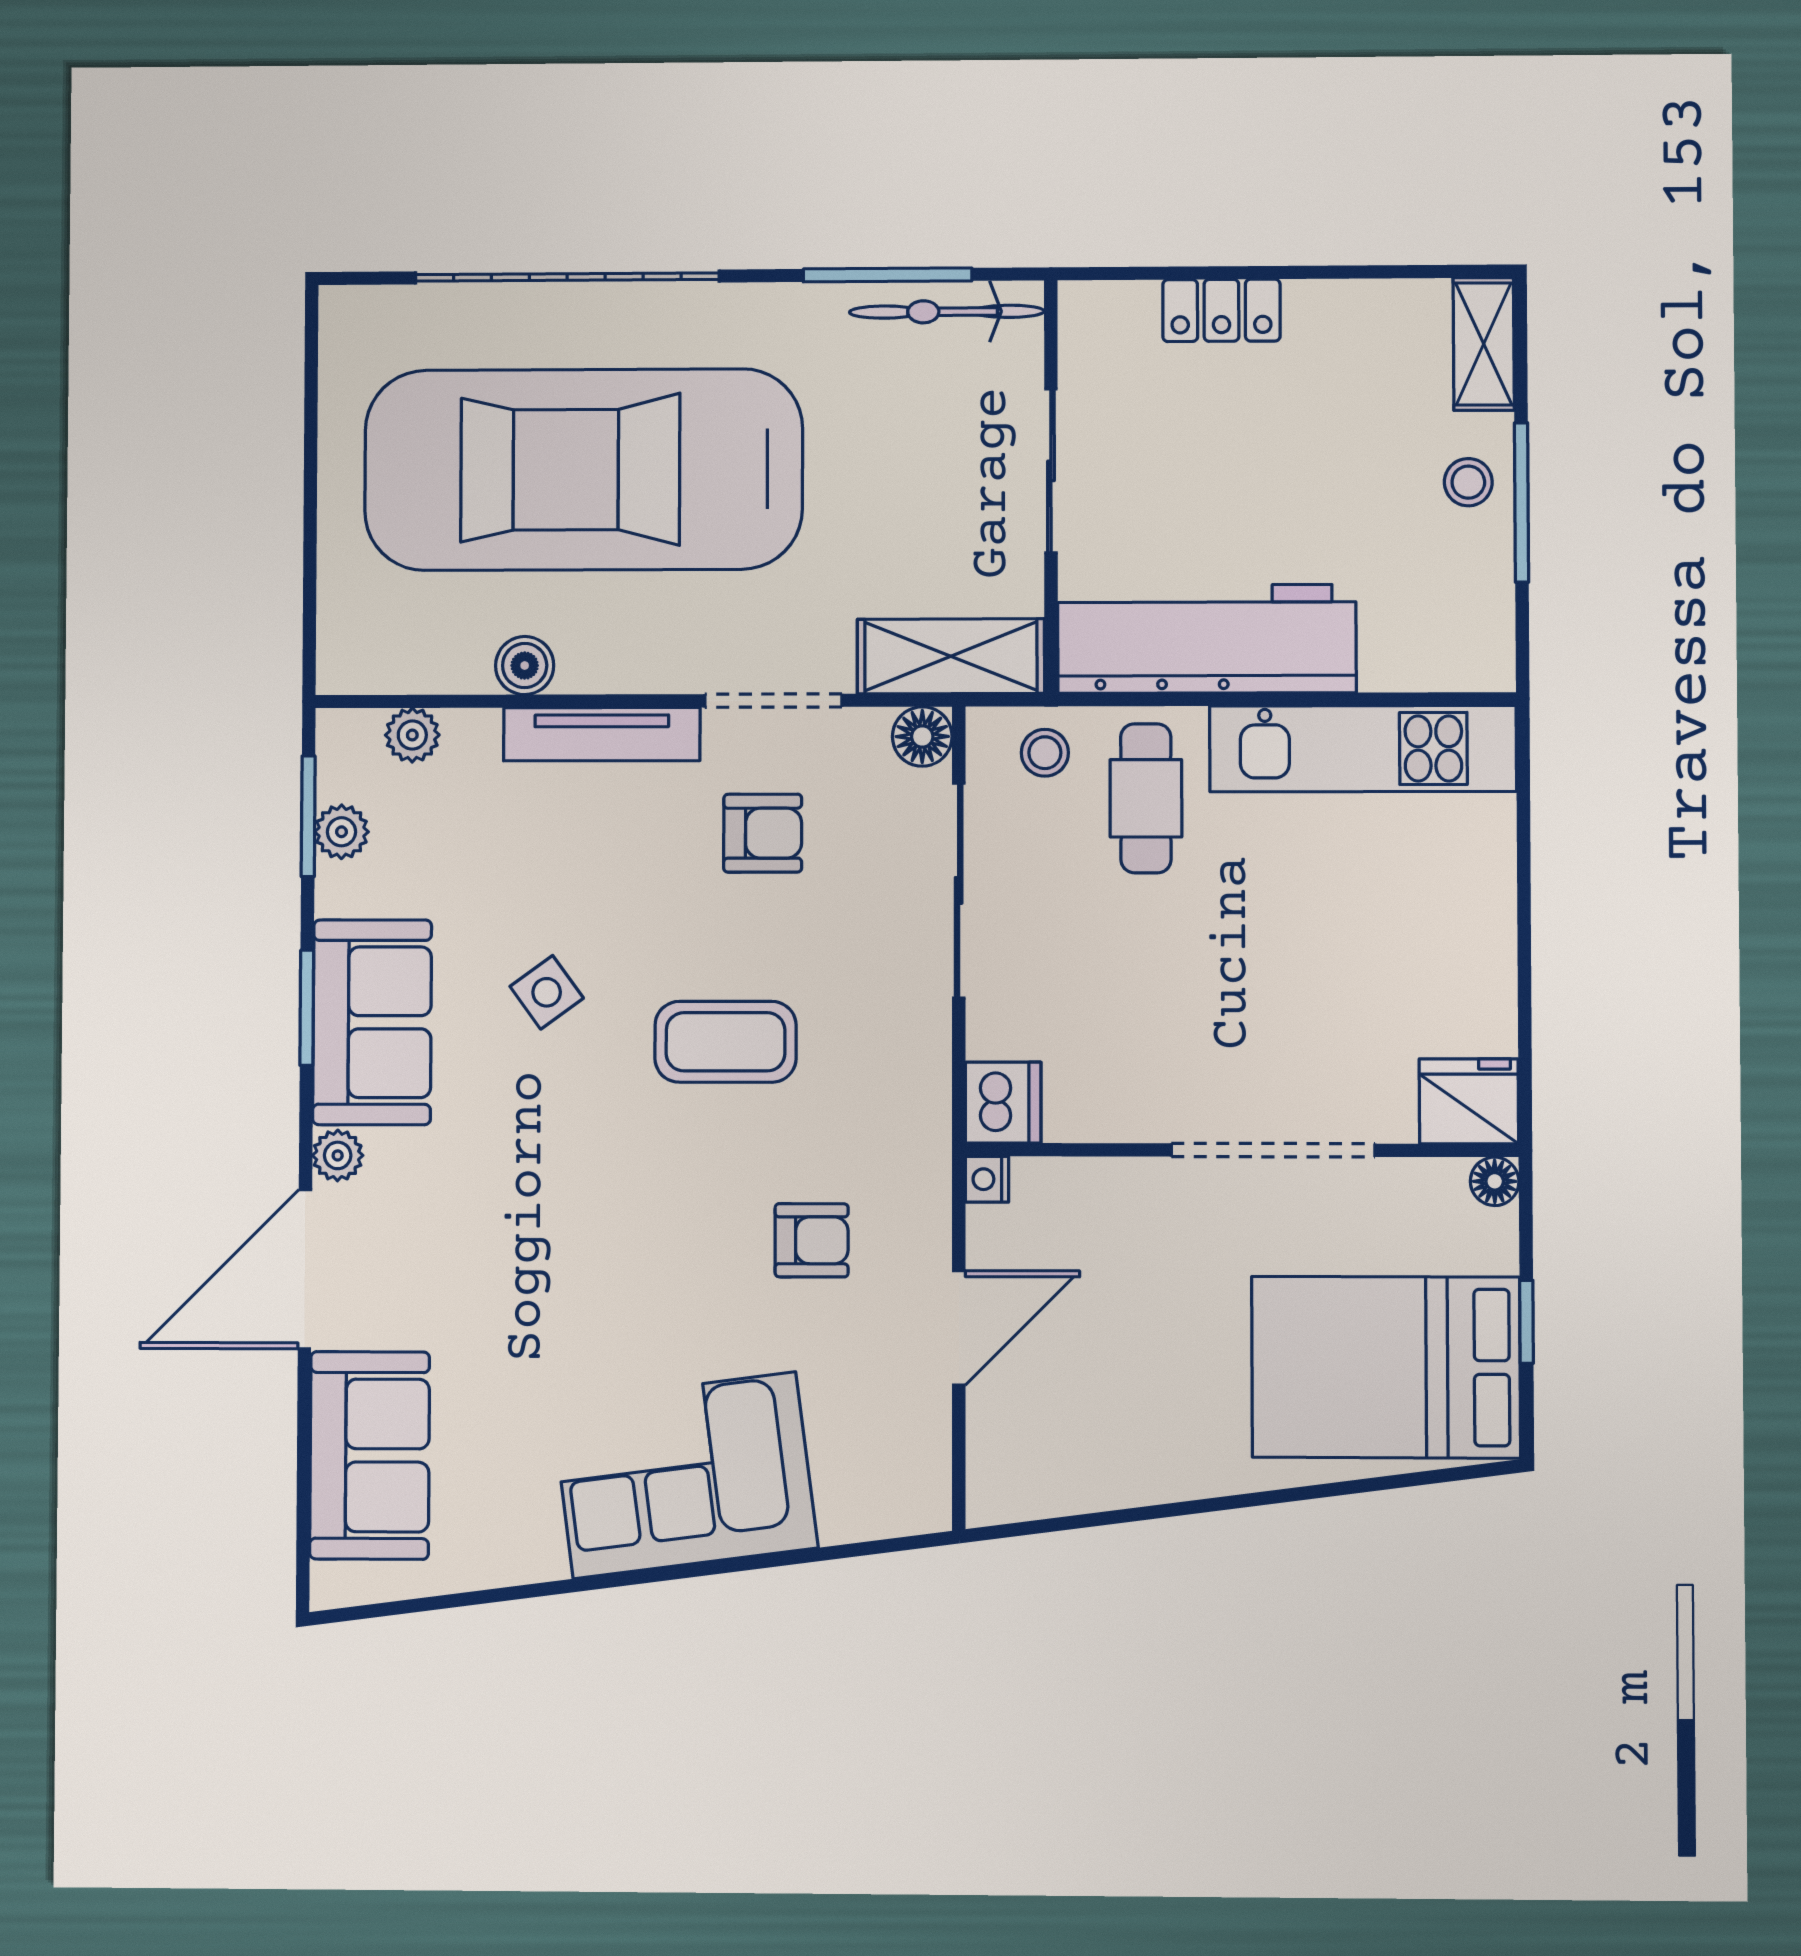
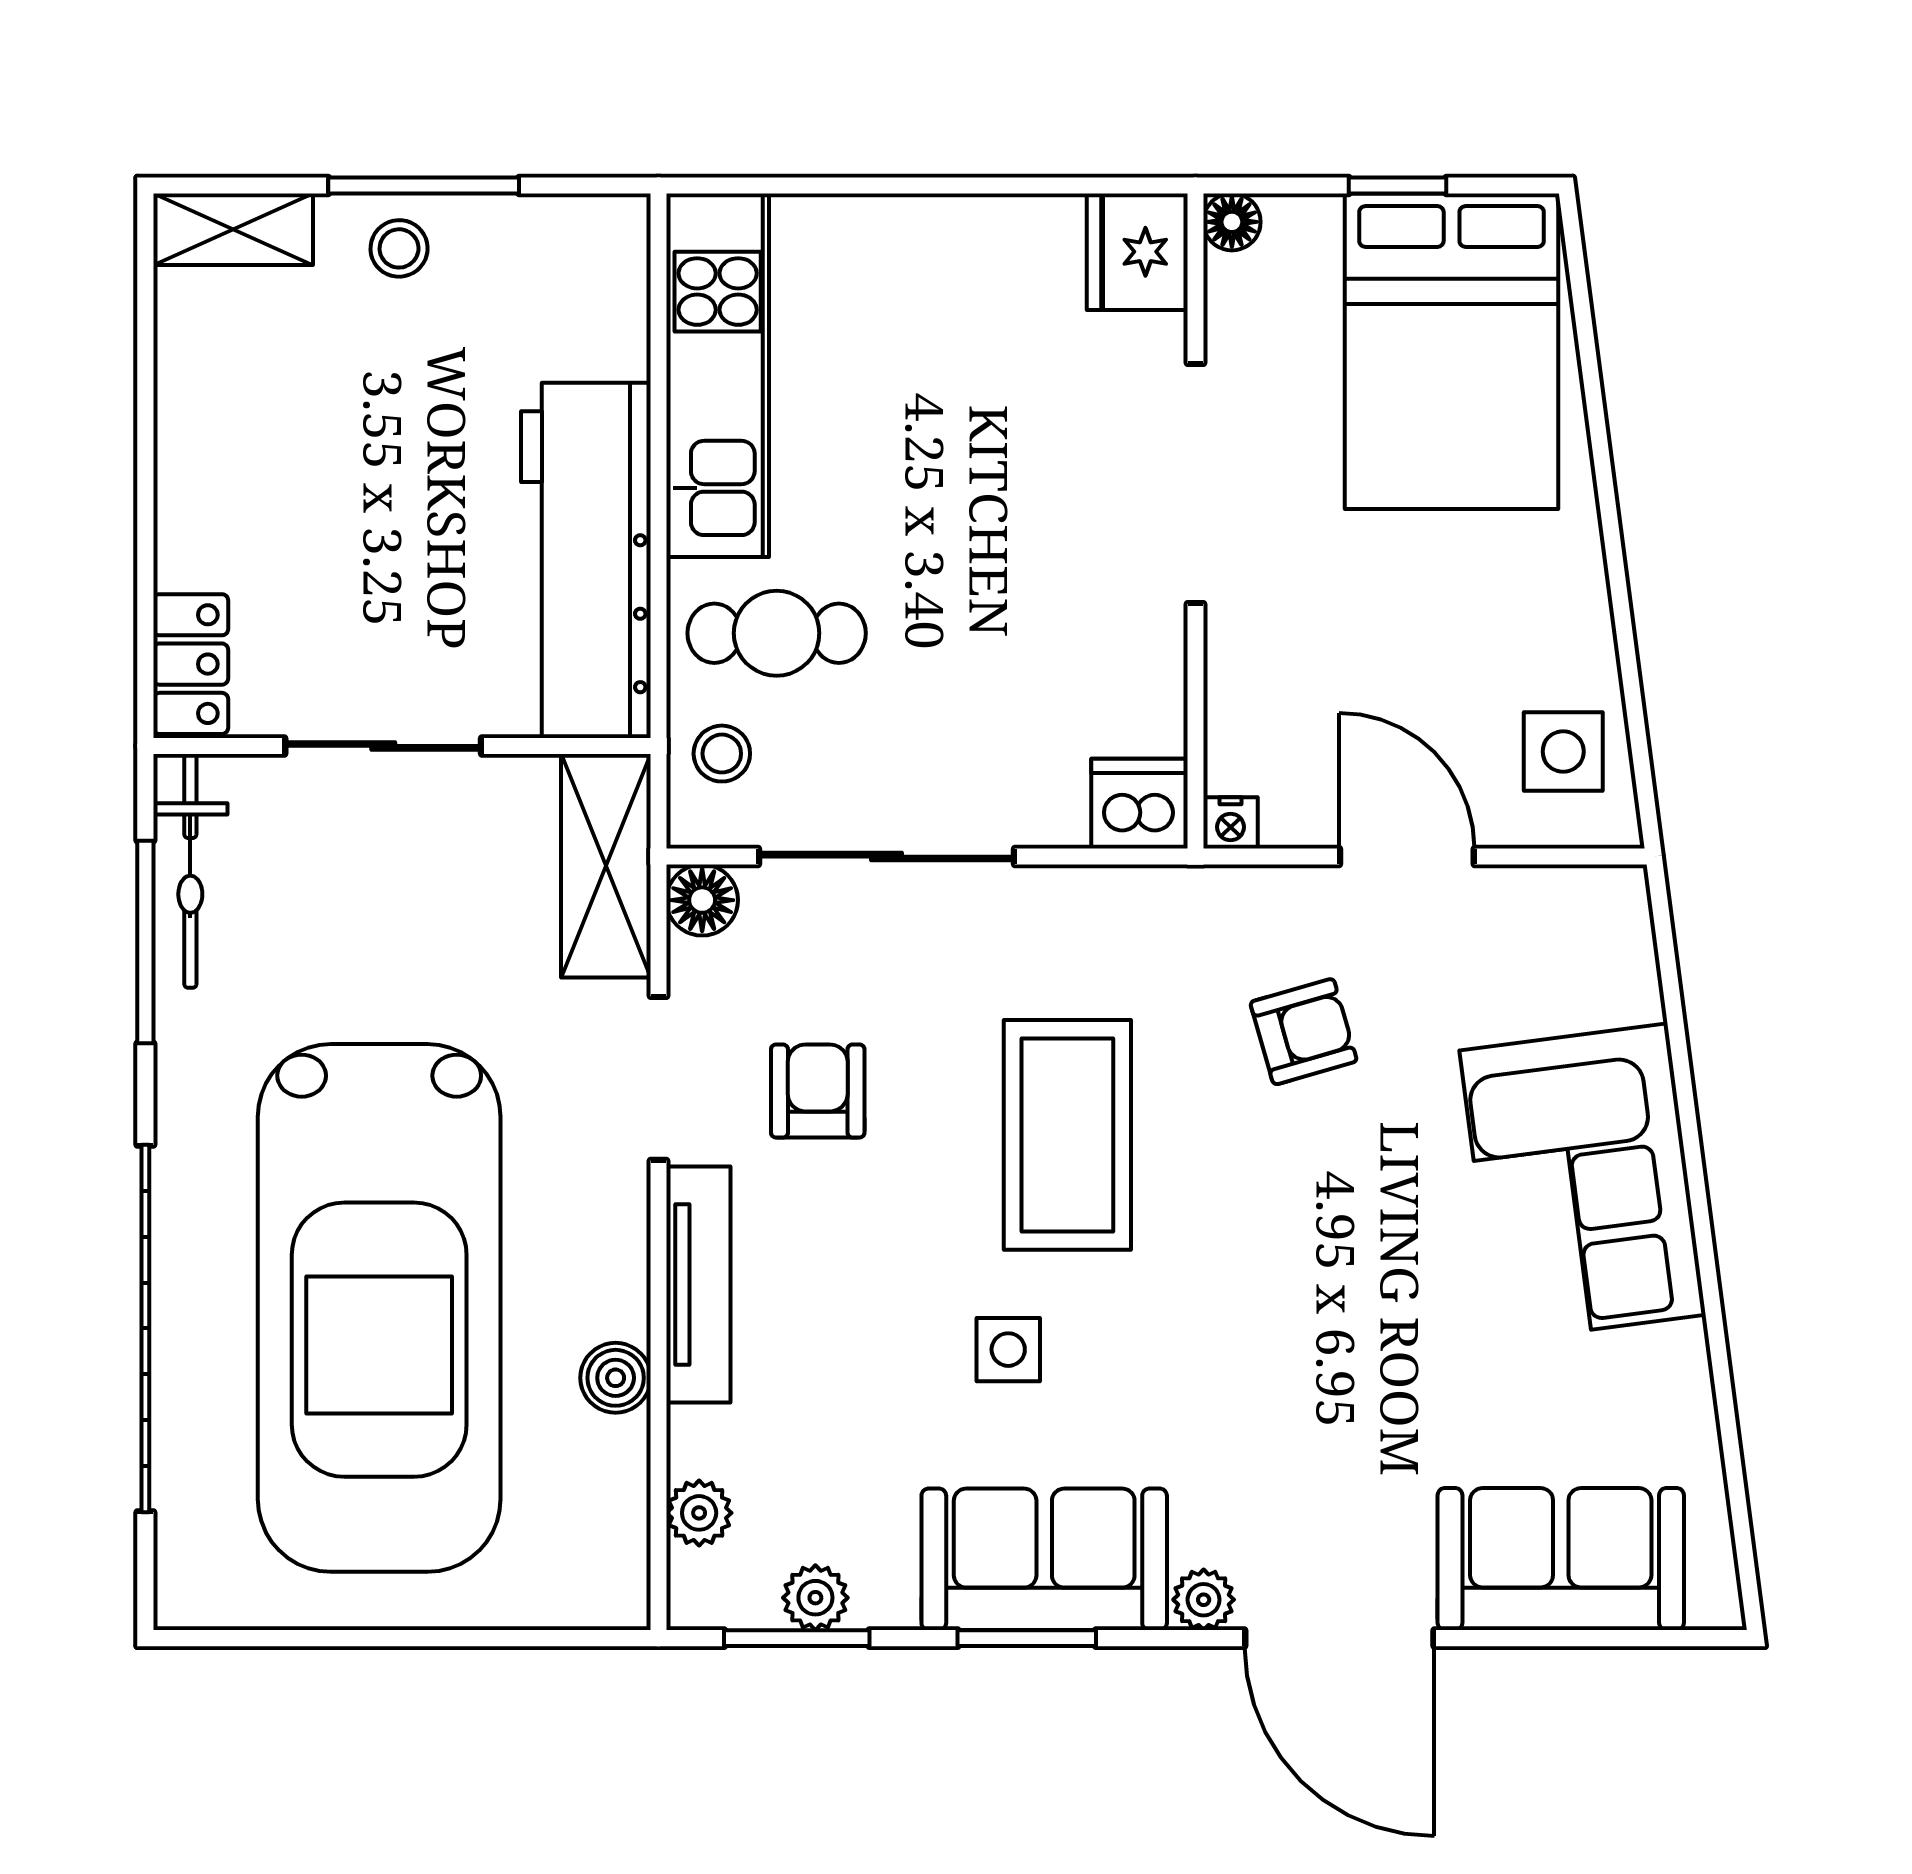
locker: (1221, 310) -> (191, 664), moved
side table: (547, 992) -> (1008, 1350), turned 36
coffee table: (725, 1042) -> (1067, 1135), width x1.36, depth x1.32
armchair: (812, 1240) -> (1304, 1032), turned 74
side table: (1047, 1460) -> (1563, 751), added

